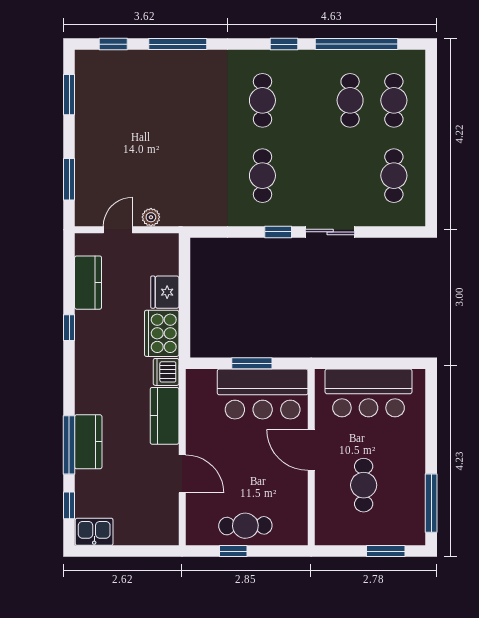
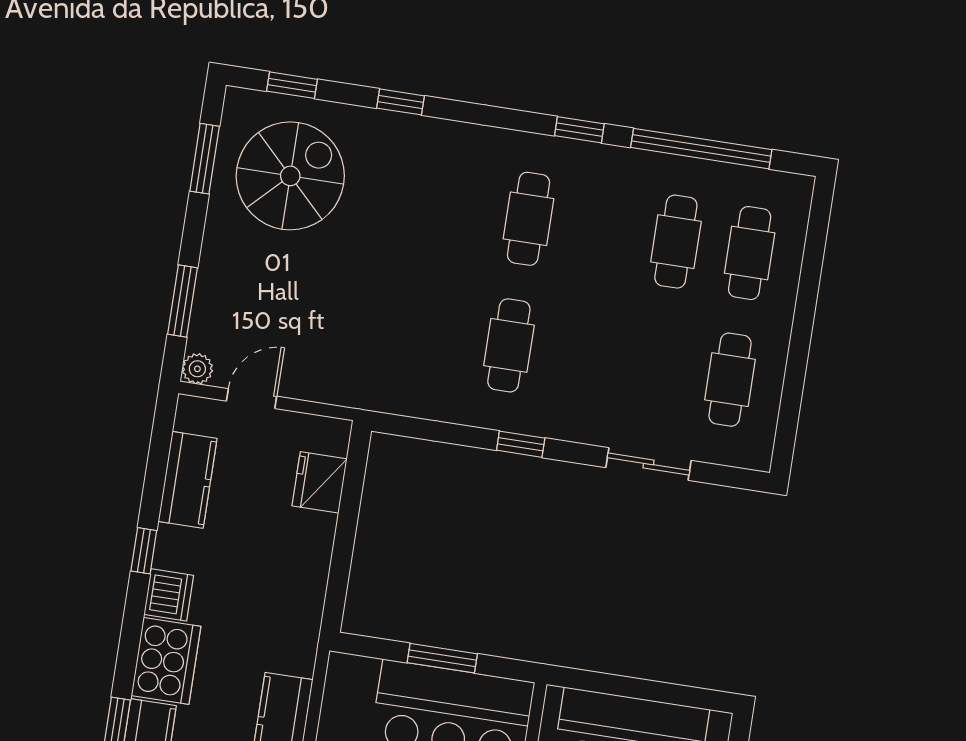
window: (178, 44) -> (400, 102), width x0.46
spiral stairs: (120, 97) -> (290, 176), added
plant: (151, 217) -> (197, 369), moved
sliding door: (330, 232) -> (649, 464), moved
fridge: (165, 292) -> (320, 482), moved
cooker: (162, 333) -> (166, 661), moved, turned 180
dishwasher: (166, 372) -> (169, 595), moved, turned 180

